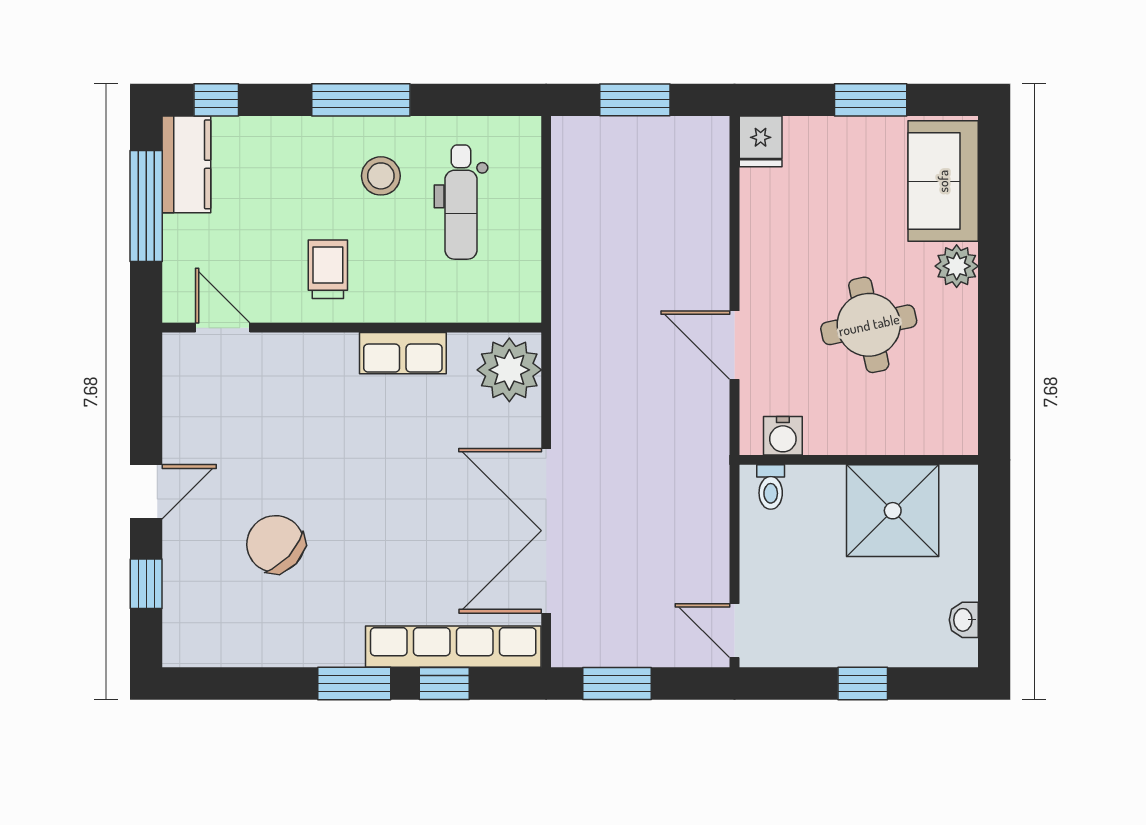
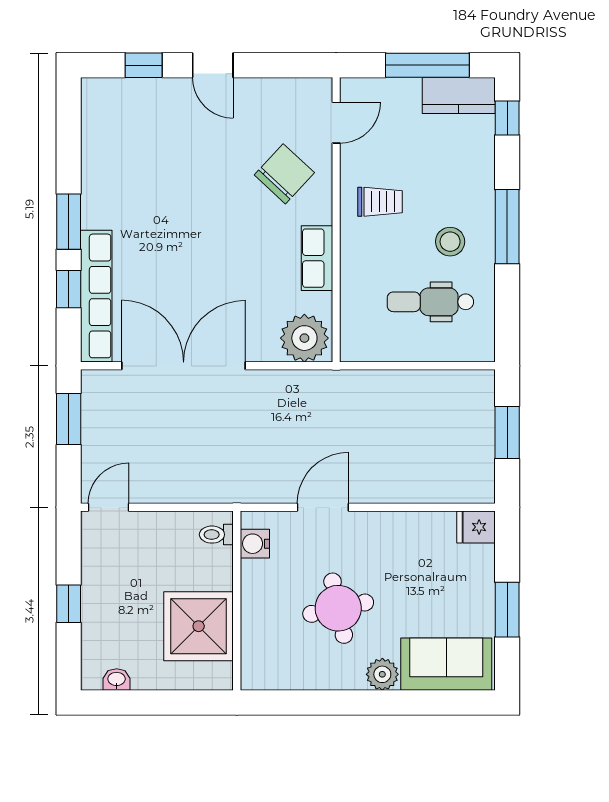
chair: (275, 544) -> (284, 174), moved

